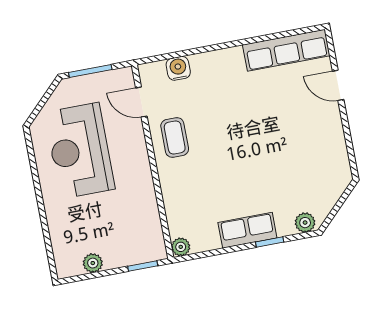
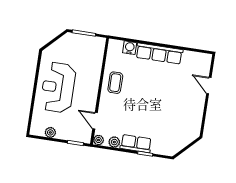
row of seats: (286, 50) -> (159, 54), moved
door: (141, 102) -> (95, 121), moved
reception desk: (80, 151) -> (58, 87), moved
plant: (305, 223) -> (114, 142), moved

